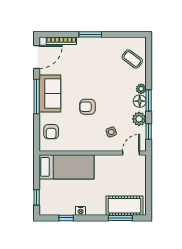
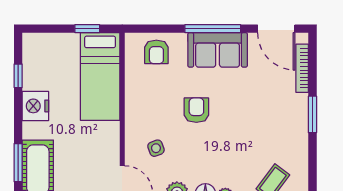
armchair: (51, 132) -> (156, 52), turned -90
window: (37, 197) -> (87, 29), moved
nightstand: (81, 211) -> (35, 106), width x1.89, depth x1.79

